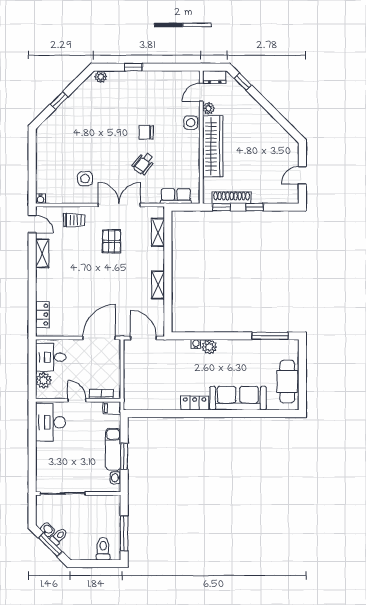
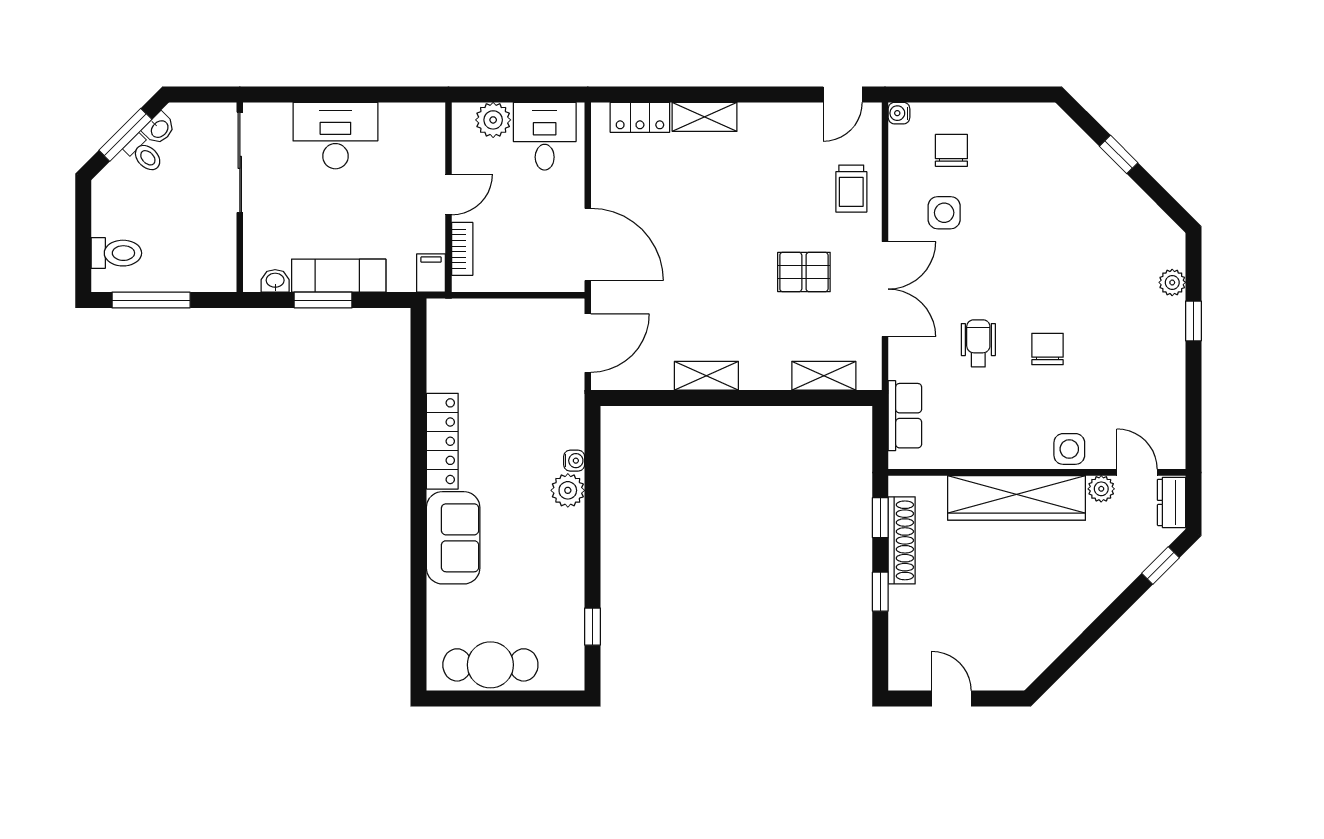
plant: (101, 77) -> (1172, 282), moved
wheelchair: (143, 163) -> (978, 343), turned 52
chair: (57, 175) -> (951, 150), added
shelving: (42, 253) -> (705, 117), moved
window: (270, 336) -> (592, 627), width x0.46
sofa: (238, 398) -> (453, 538), width x0.73
locker: (195, 403) -> (442, 441), width x1.53
desk: (51, 422) -> (335, 136), moved

